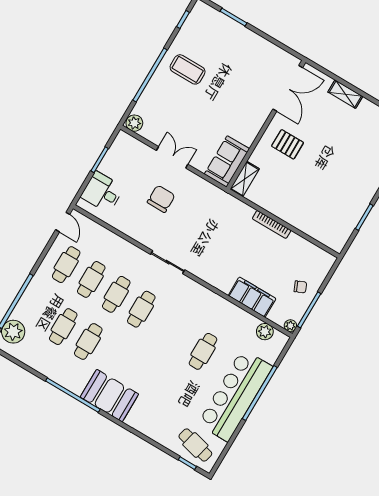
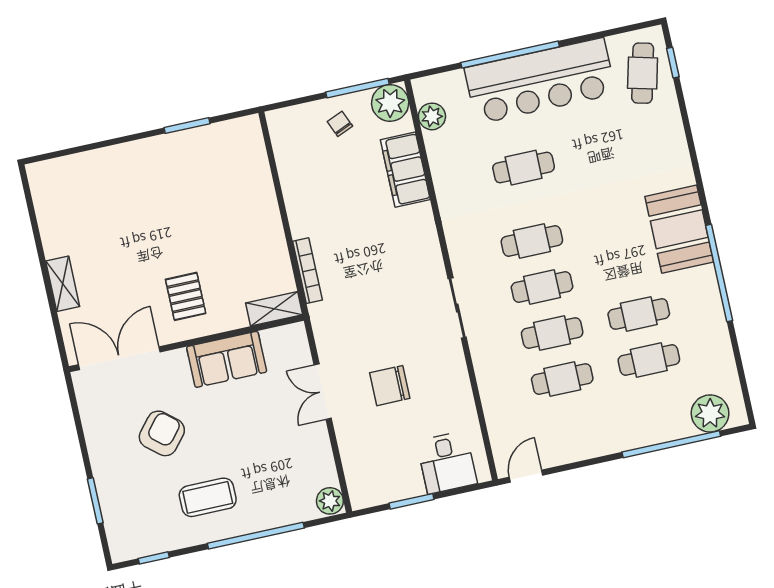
coffee table: (188, 69) -> (208, 497), turned 90
armchair: (236, 76) -> (162, 433), added
double door: (172, 157) -> (323, 392), moved
sofa: (227, 161) -> (227, 359), moved
bookcase: (272, 224) -> (308, 271), moved
cafe table: (66, 265) -> (532, 241), moved
plant: (290, 326) -> (390, 103), width x1.87, depth x1.87

